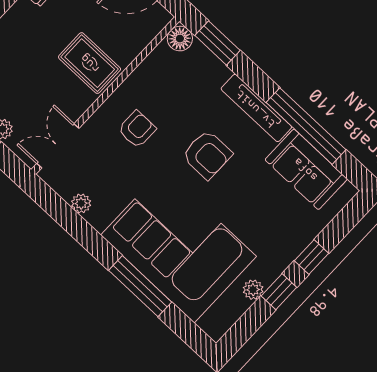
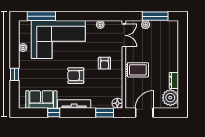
window: (306, 126) -> (54, 113), width x0.32
window: (140, 286) -> (41, 16), moved
window: (279, 292) -> (15, 54), removed

